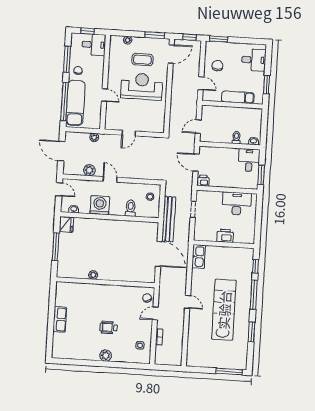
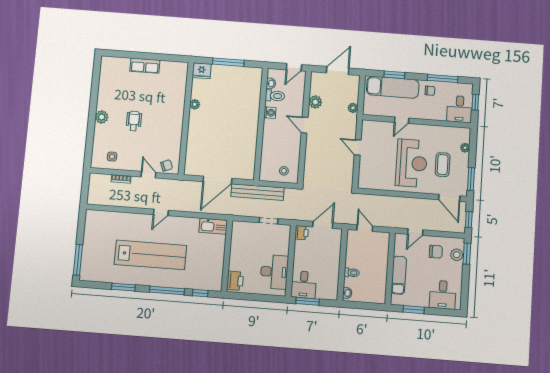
stool: (220, 48) -> (457, 255), added
window: (64, 102) -> (394, 75), width x0.47
desk: (249, 160) -> (304, 285), moved, turned 90
door: (110, 179) -> (305, 125), swing flipped
washing machine: (100, 205) -> (270, 113), width x0.53, depth x0.53
toilet: (131, 208) -> (275, 96), moved
fridge: (66, 224) -> (202, 71), moved
printer: (225, 236) -> (235, 281), moved

